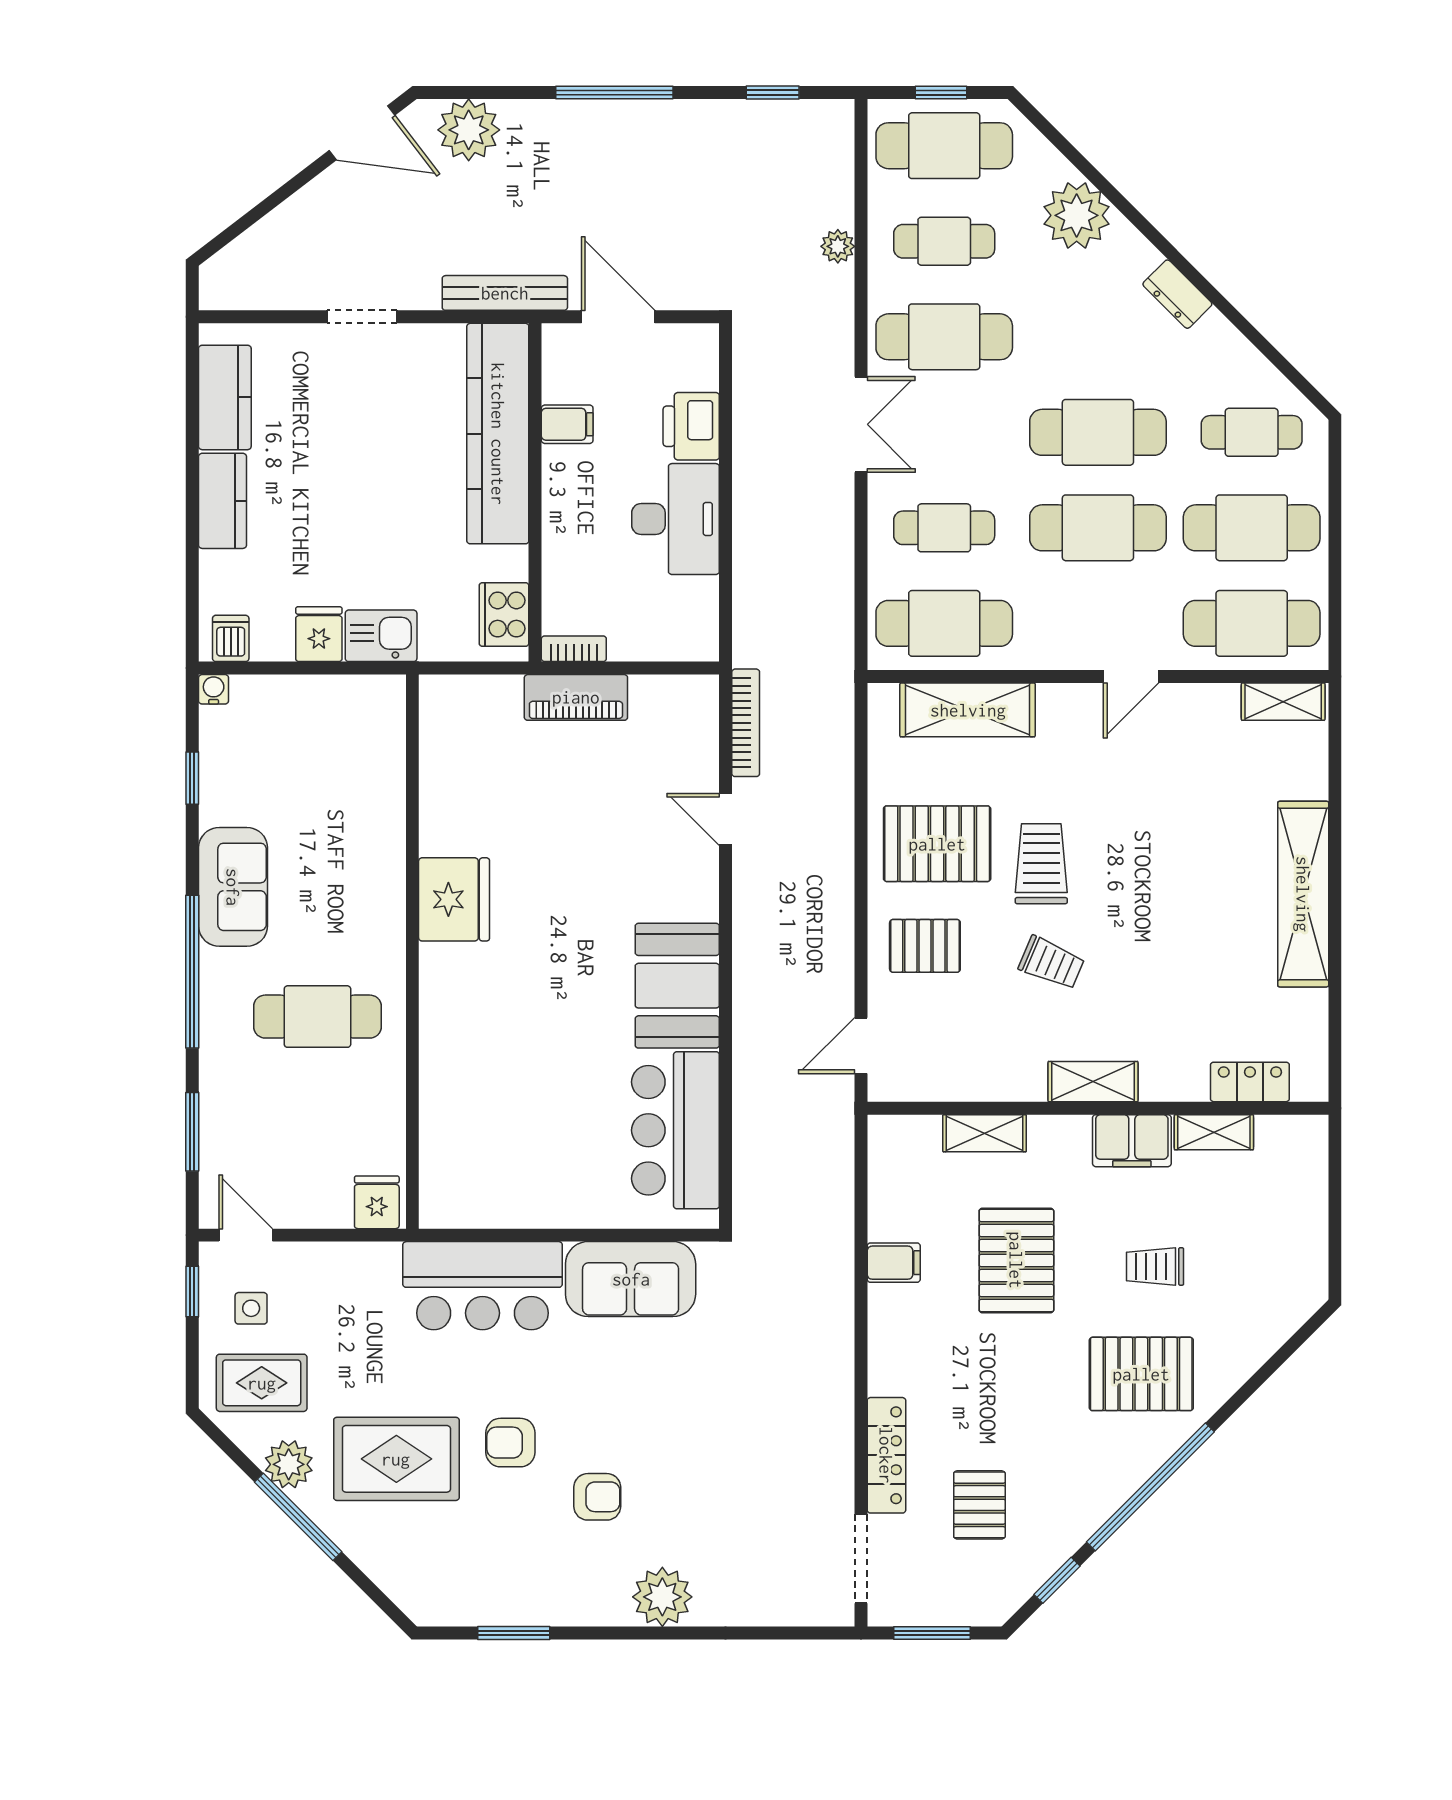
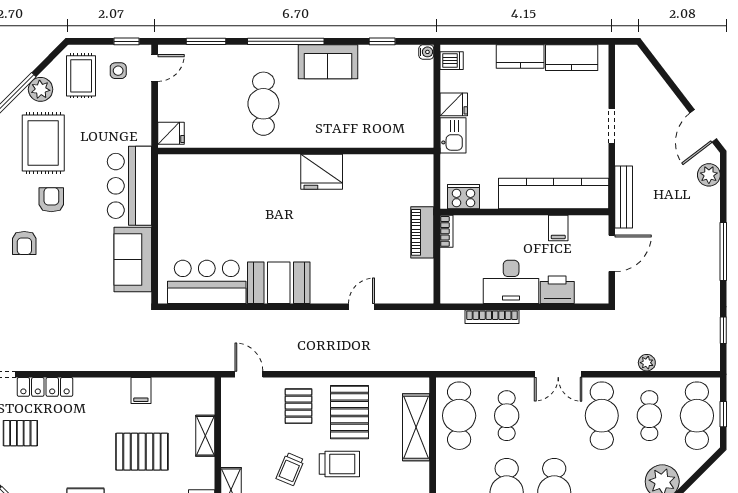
plant: (469, 130) -> (709, 175), width x0.73, depth x0.73
bookcase: (746, 723) -> (492, 317), moved

